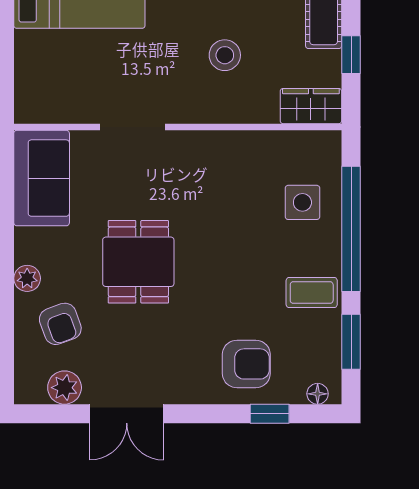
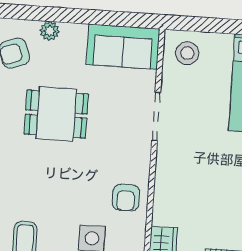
stool: (225, 55) -> (187, 53), moved
armchair: (244, 160) -> (126, 198), added

